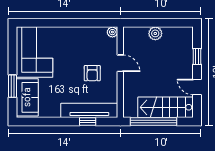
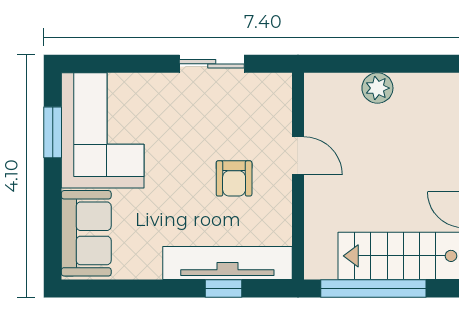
sliding door: (82, 23) -> (212, 64), added
plant: (112, 32) -> (280, 85), removed
window: (12, 86) -> (53, 132), moved

